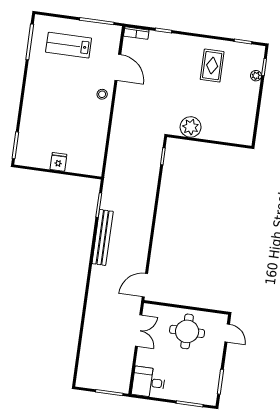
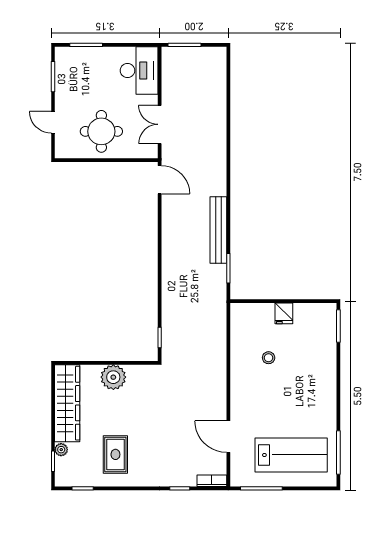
lab bench: (69, 45) -> (291, 455), width x1.36, depth x1.39
stool: (102, 94) -> (269, 358), moved
wardrobe: (246, 113) -> (67, 403), added
plant: (191, 127) -> (113, 377), moved
door: (145, 285) -> (160, 180), hinge flipped
door: (227, 333) -> (53, 122), moved
desk: (149, 382) -> (139, 71), width x1.37

